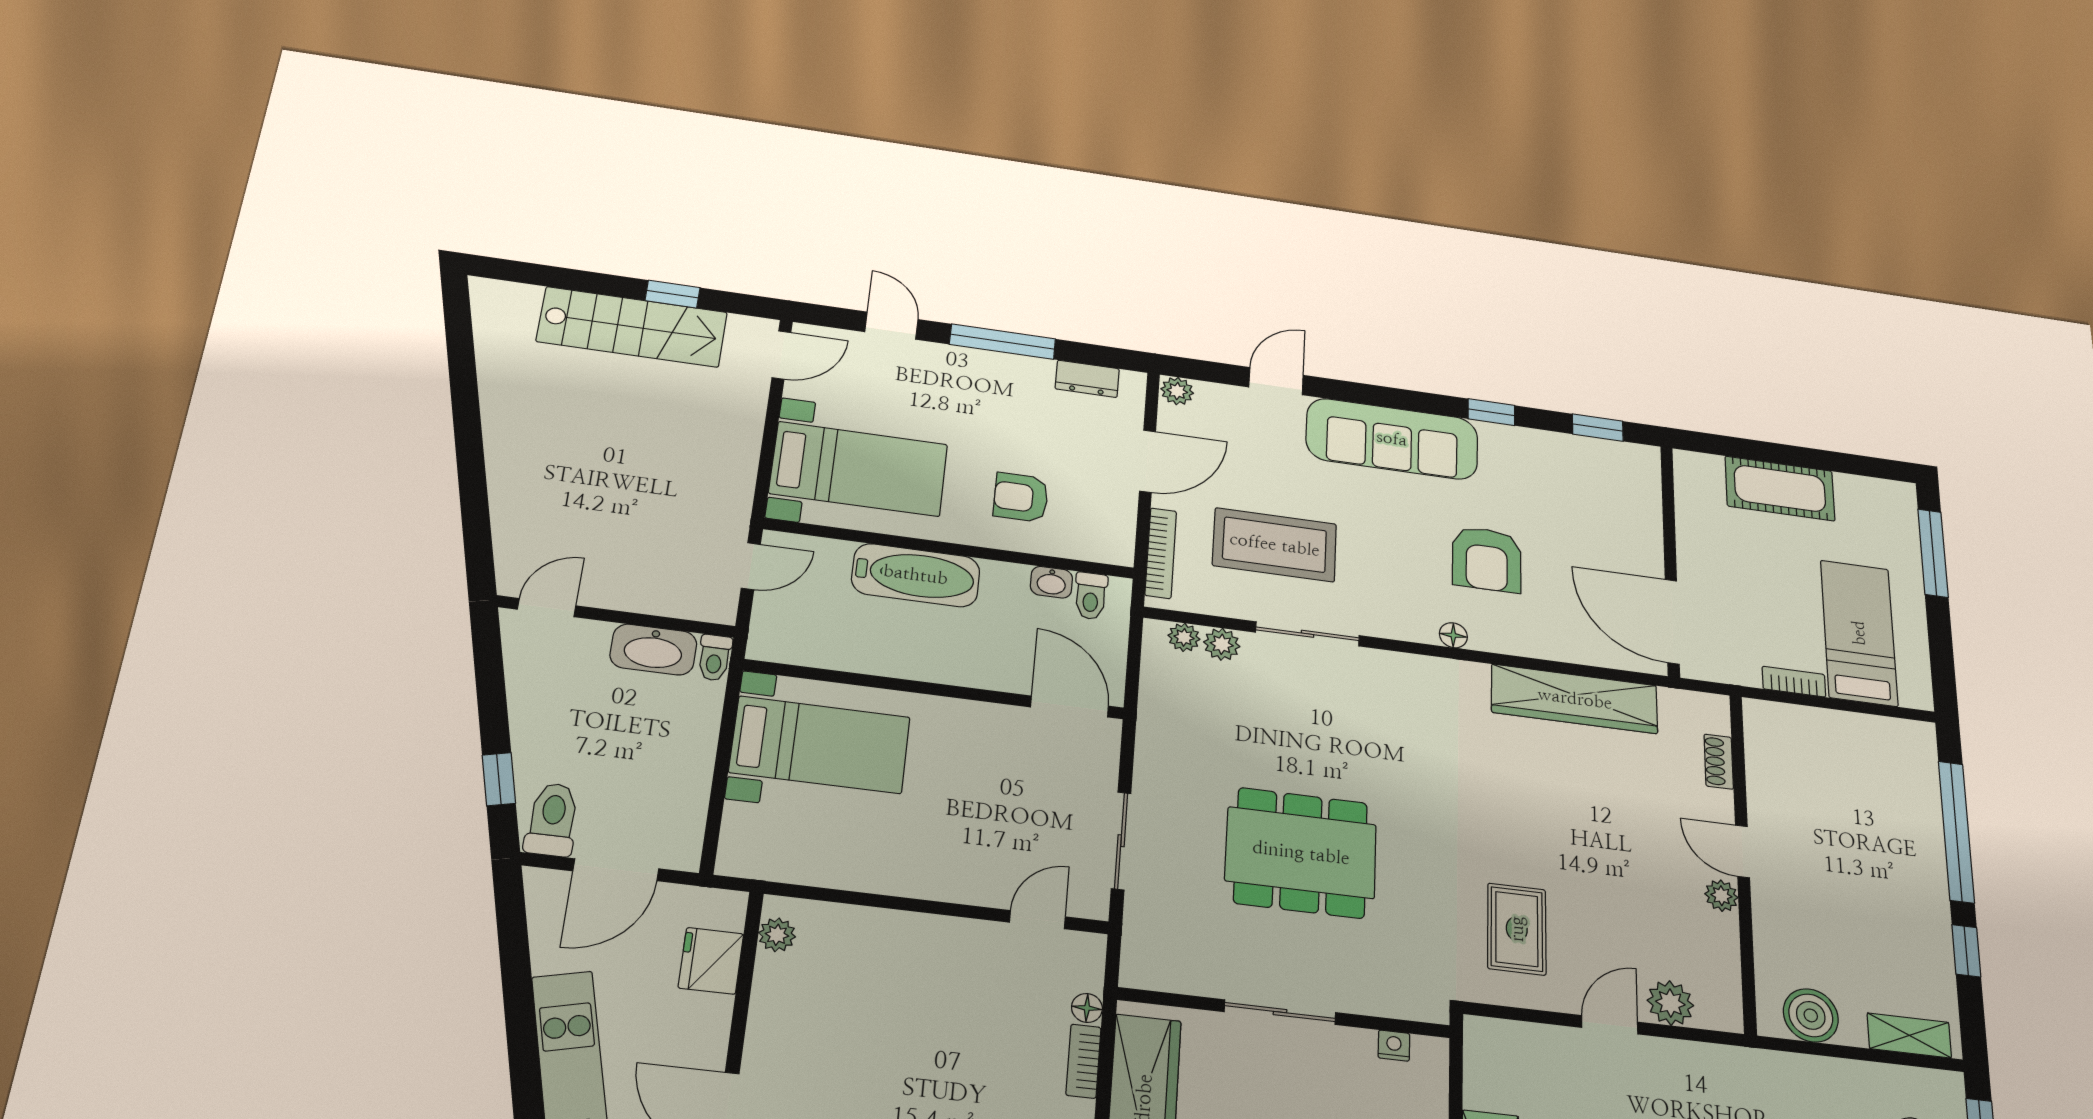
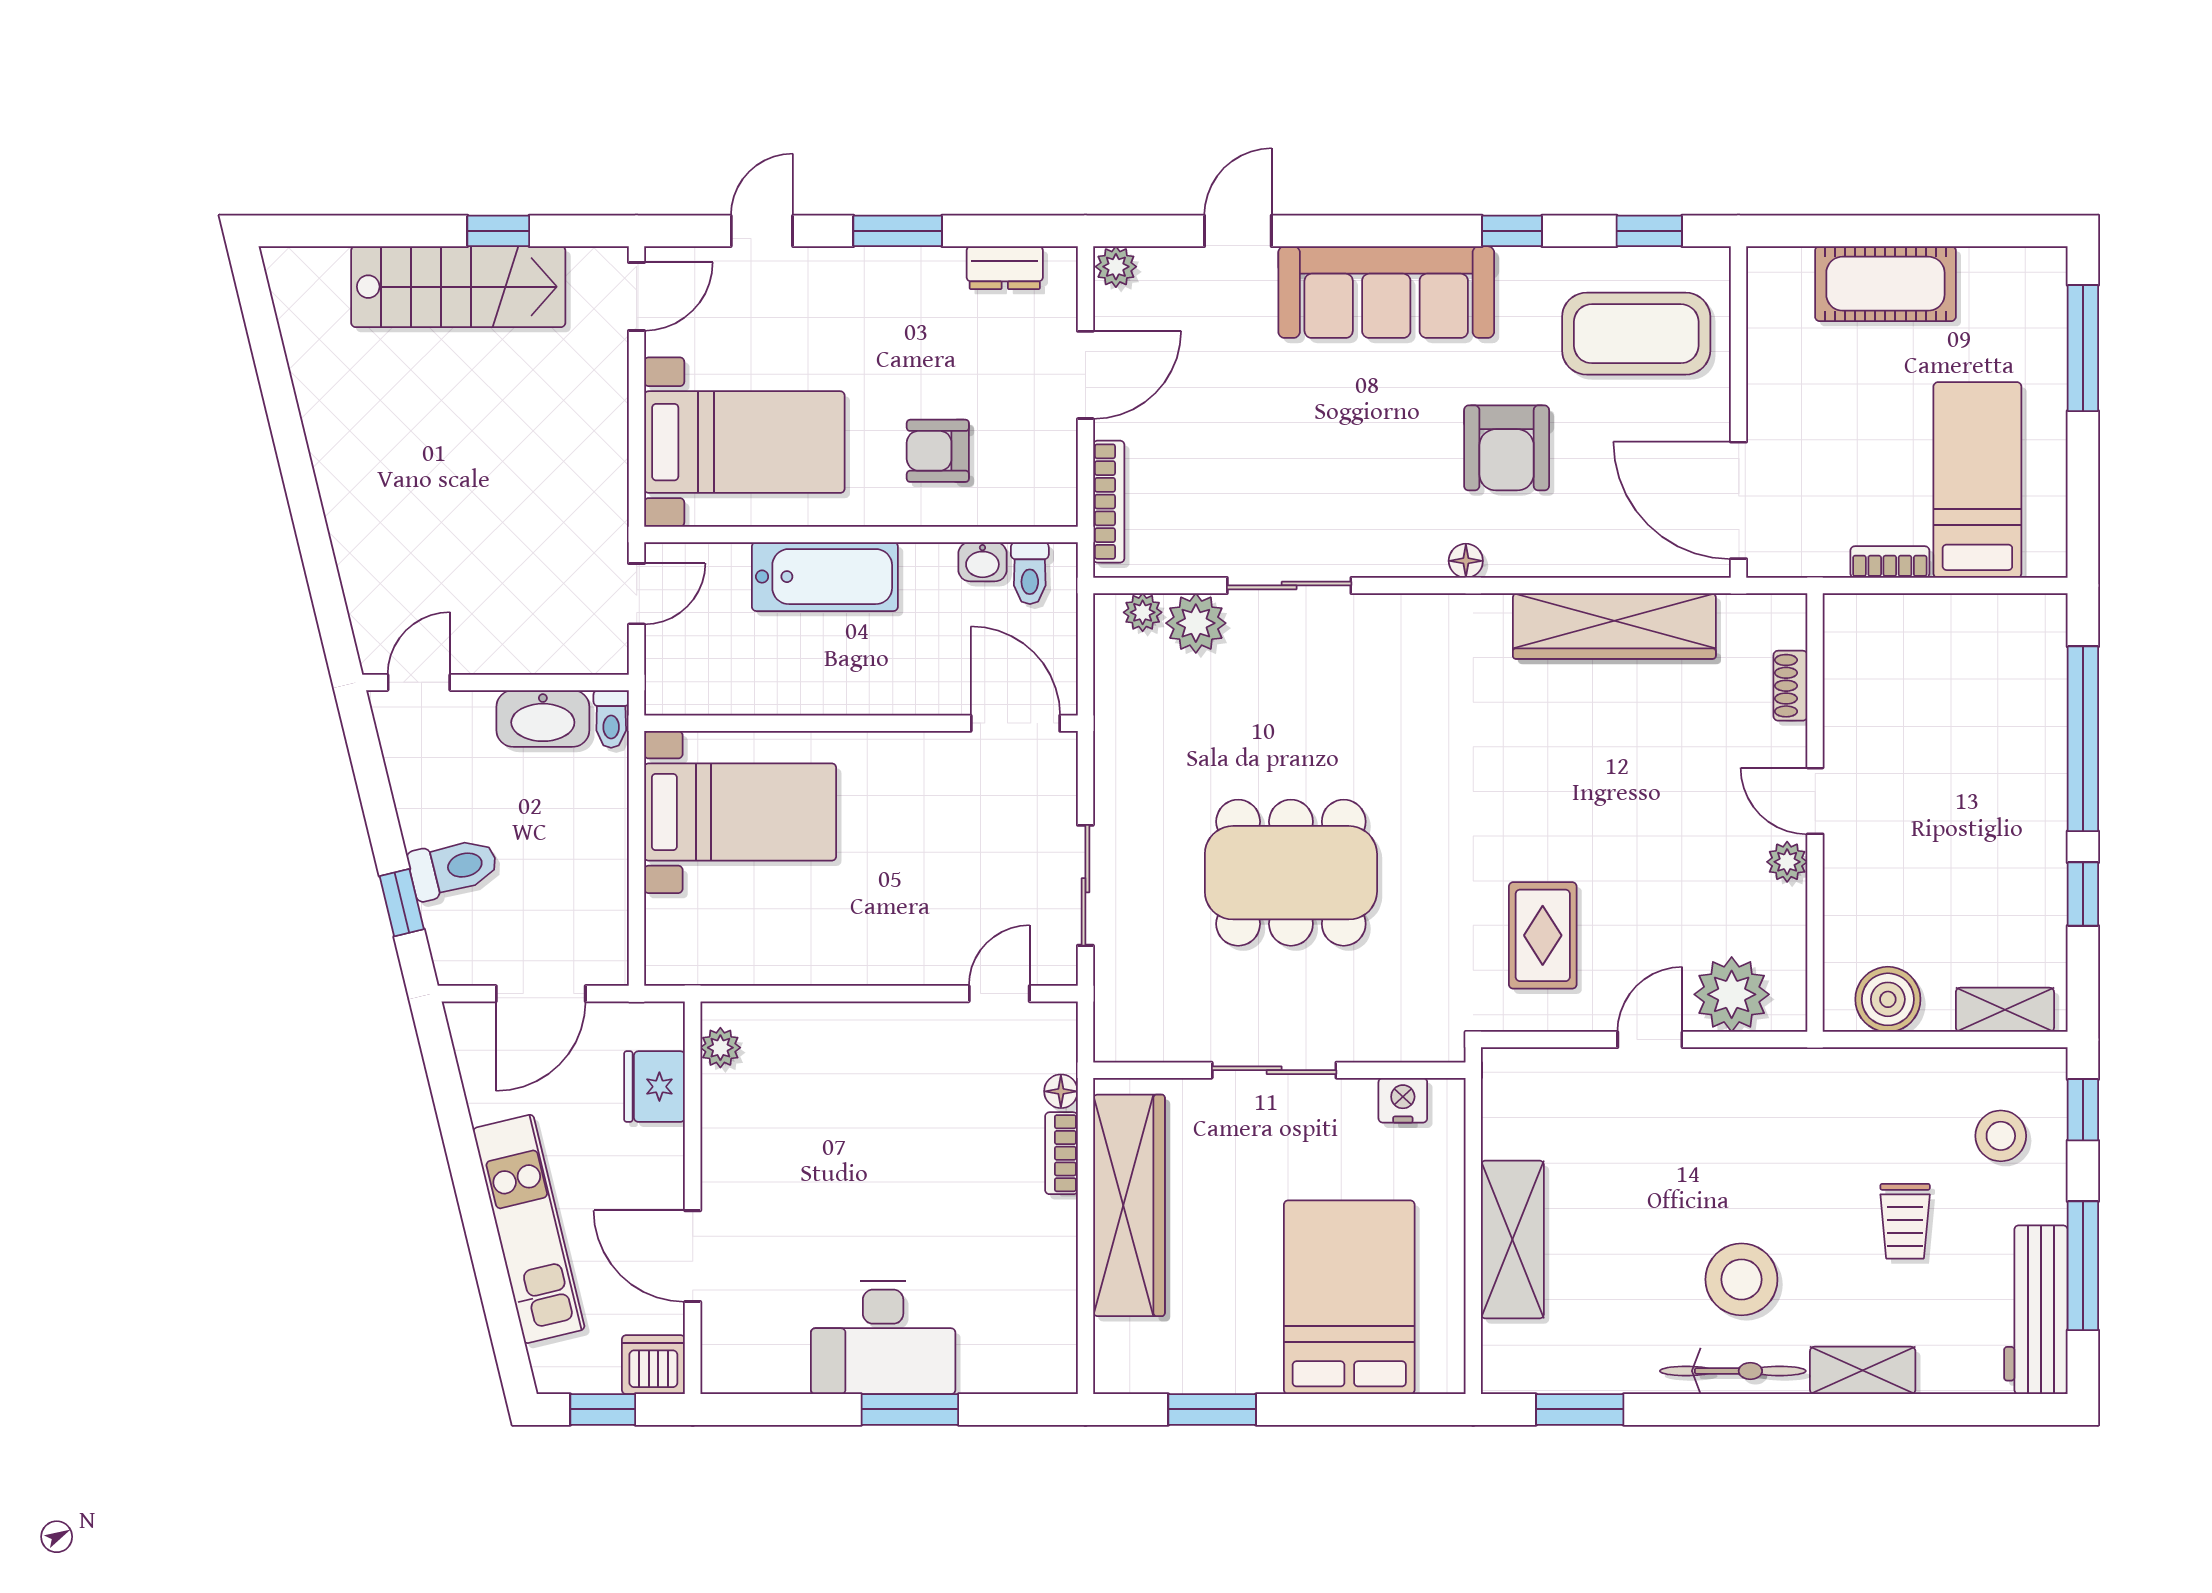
door: (891, 326) -> (762, 231), hinge flipped
window: (1003, 342) -> (898, 231), width x0.69
coffee table: (1275, 545) -> (1636, 334), moved
plant: (1222, 644) -> (1196, 623), width x1.38, depth x1.38
toilet: (552, 820) -> (453, 868), moved, turned 76
plant: (1670, 1003) -> (1732, 994), width x1.36, depth x1.36
nightstand: (1394, 1046) -> (1403, 1100), width x1.39, depth x1.35

